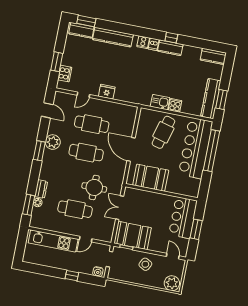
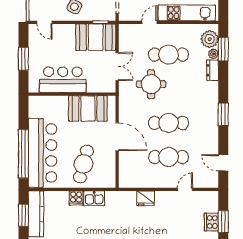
cooker: (65, 74) -> (211, 222), moved
fridge: (107, 92) -> (146, 198), moved
plant: (53, 142) -> (210, 39), moved
bar counter: (183, 218) -> (63, 80), moved, turned -90

